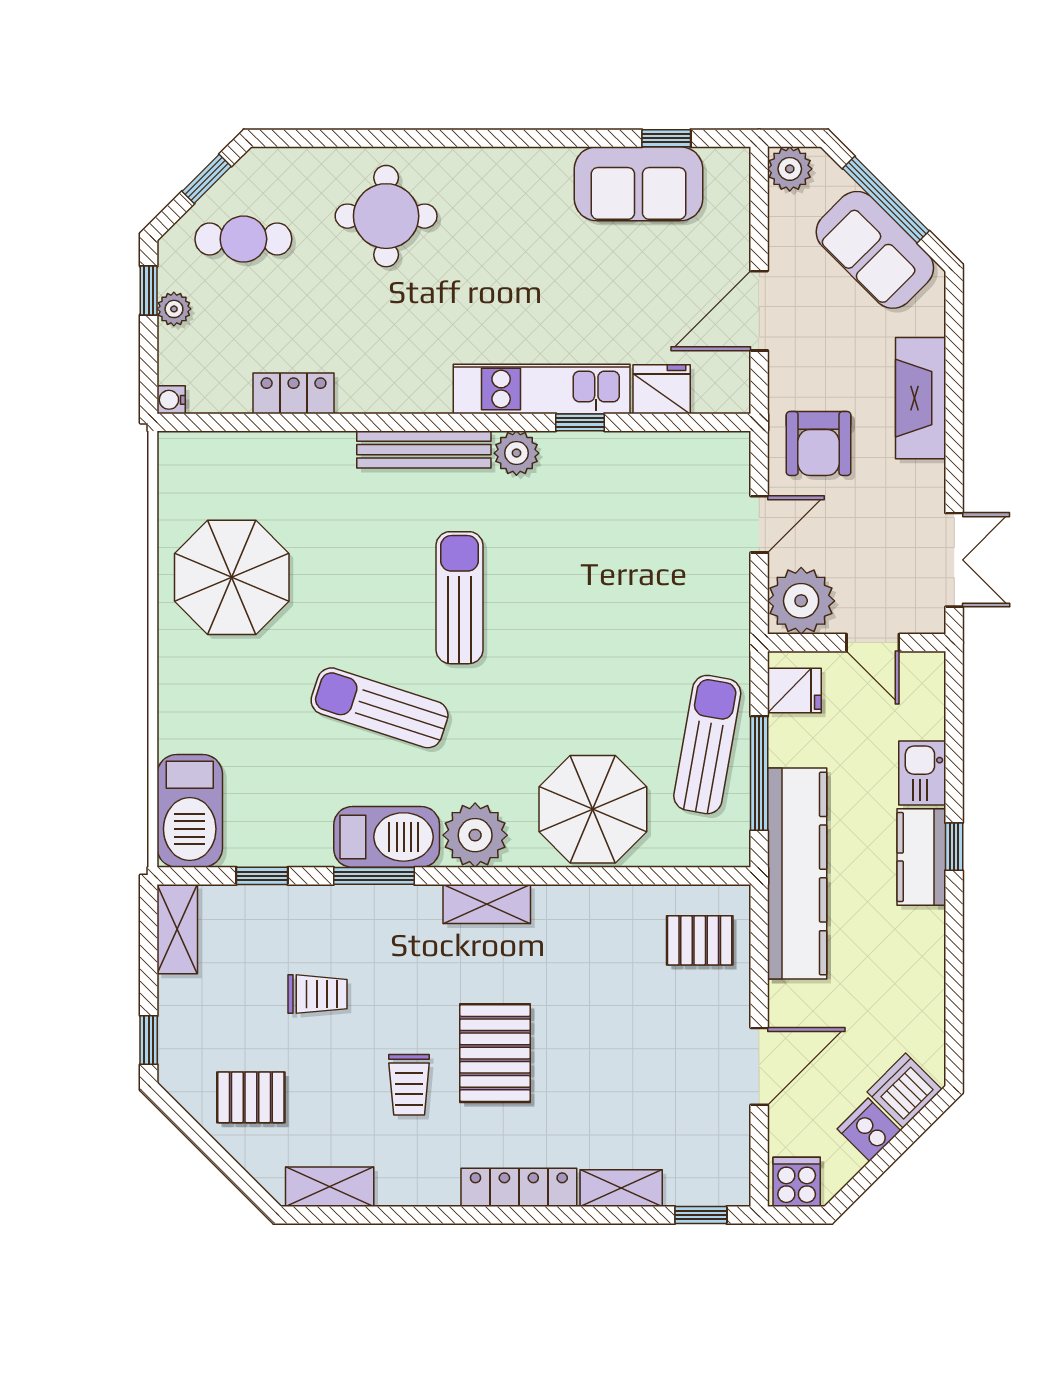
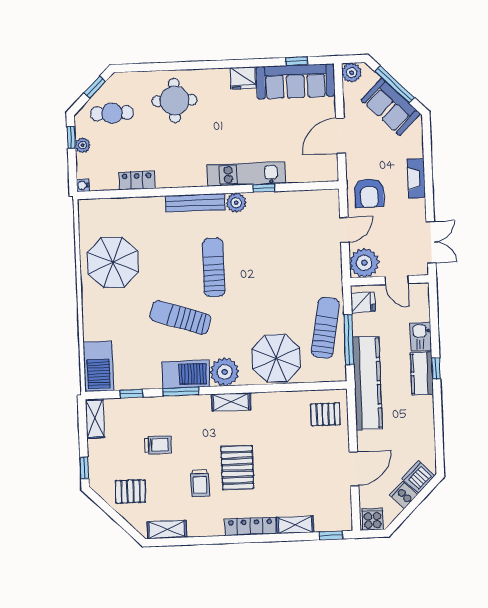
sofa: (639, 184) -> (295, 81), width x1.36
fridge: (662, 389) -> (243, 78), moved, turned 180
fireplace: (921, 398) -> (416, 178), width x0.73, depth x0.76

